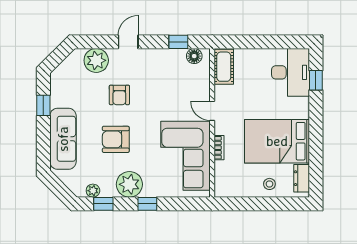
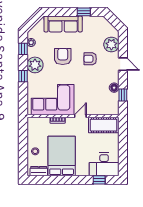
floor lamp: (194, 56) -> (114, 88), moved
cot: (224, 67) -> (104, 125), width x1.37, depth x1.34

